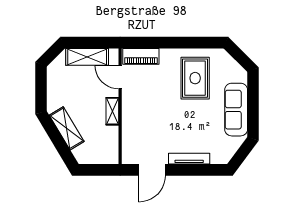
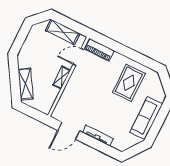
door: (120, 77) -> (78, 57), hinge flipped
shelving: (67, 128) -> (26, 84), moved

